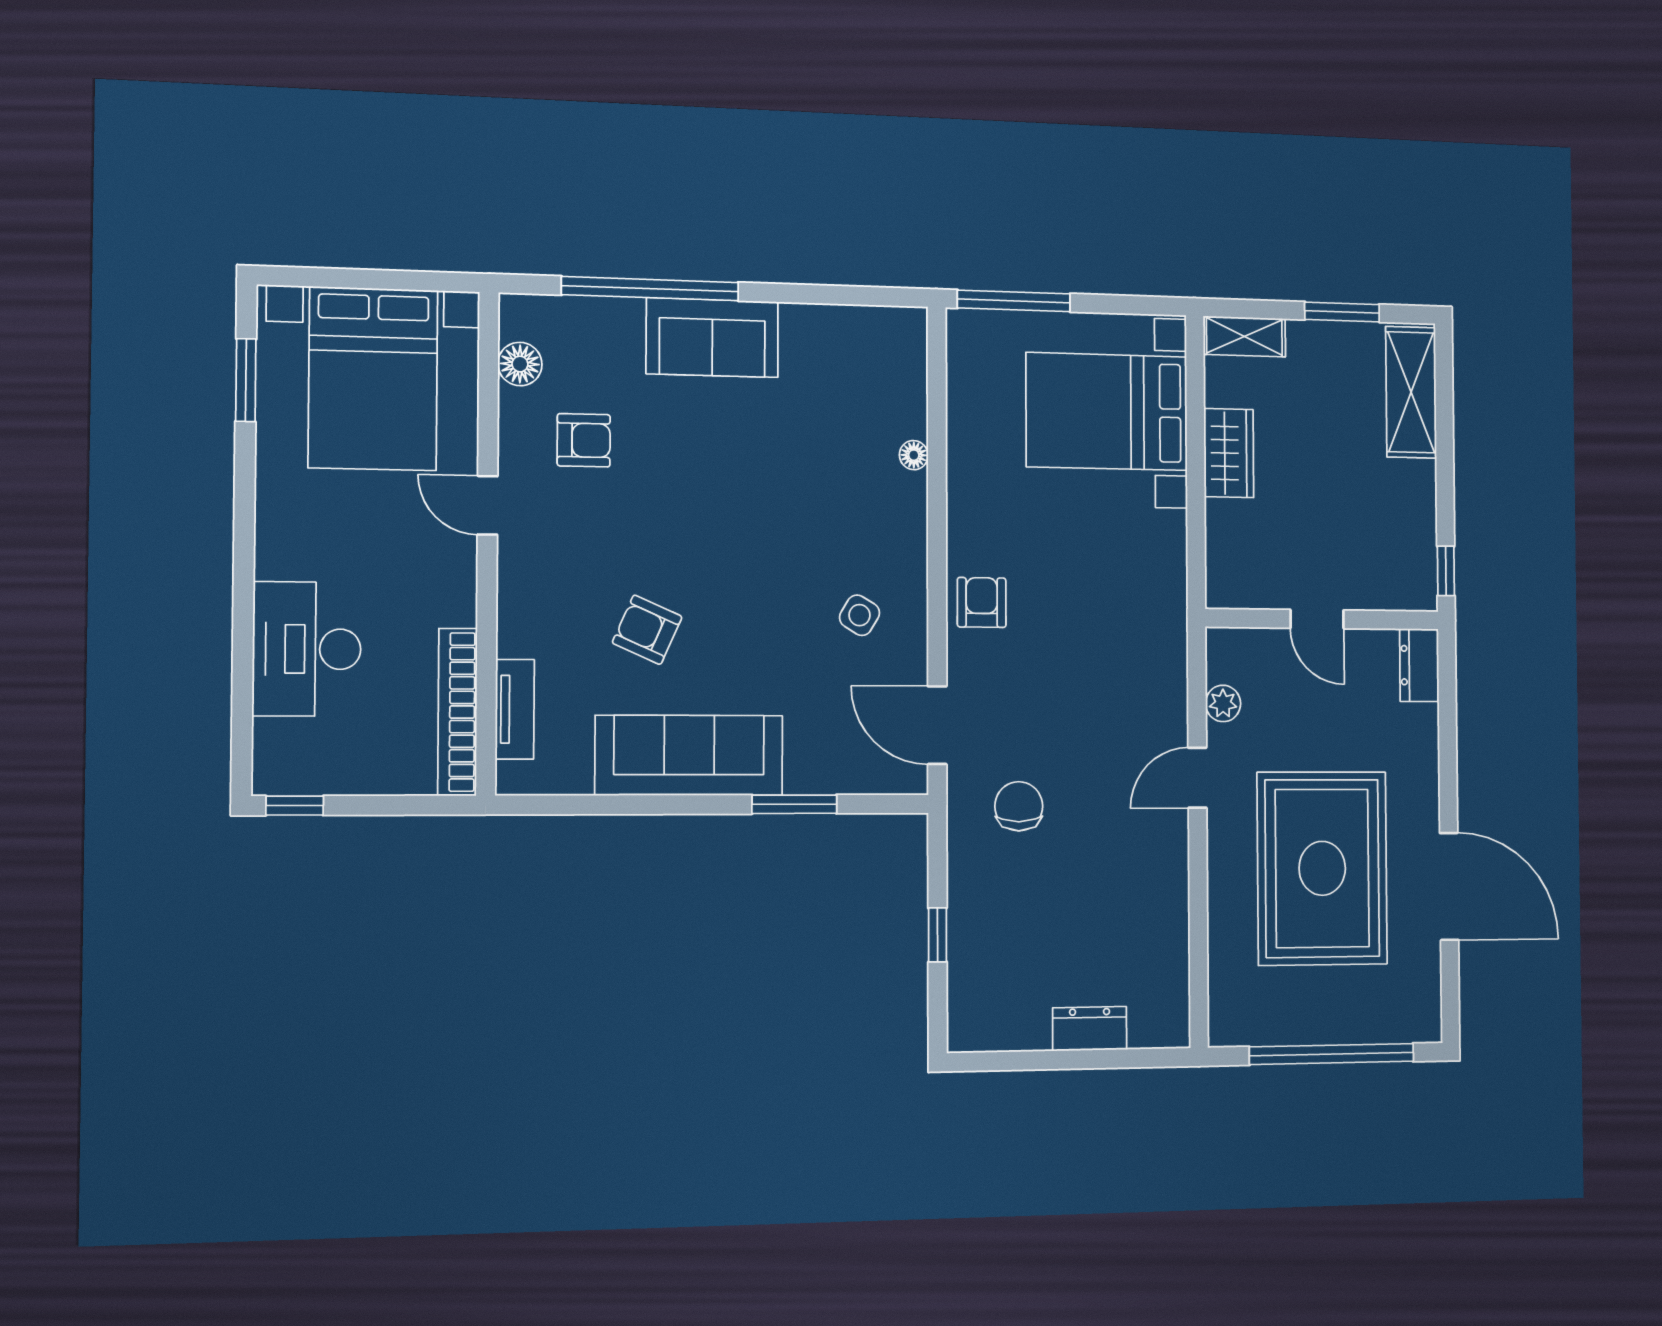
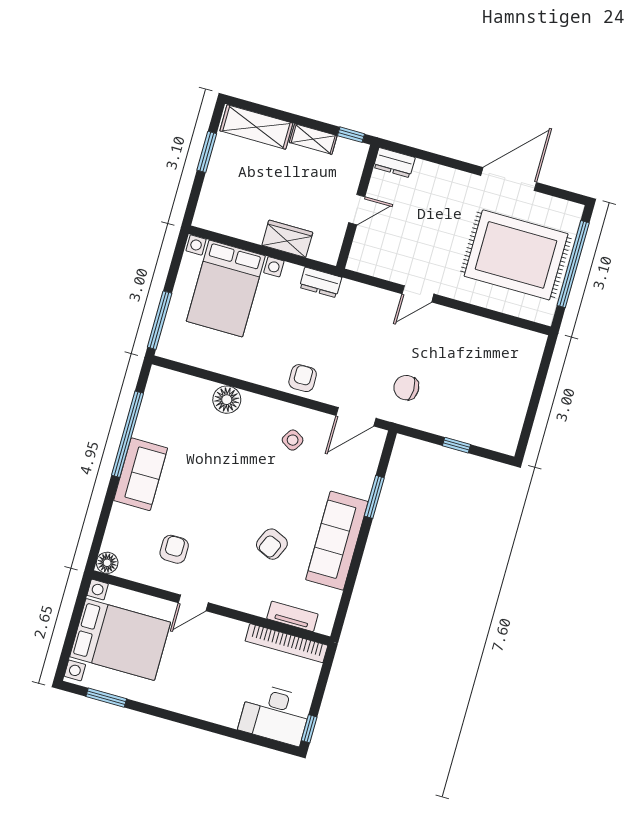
window: (650, 289) -> (127, 434), moved
shelving: (1244, 336) -> (313, 139), moved, turned 90
floor lamp: (520, 364) -> (107, 563), moved
wardrobe: (1229, 453) -> (287, 239), moved
floor lamp: (914, 455) -> (227, 400), width x1.89, depth x1.89
armchair: (982, 602) -> (303, 378), turned 90
desk: (307, 649) -> (275, 714), moved
plant: (1223, 703) -> (385, 270), removed
door: (1197, 778) -> (418, 294), hinge flipped
rug: (1322, 868) -> (516, 255), moved
dresser: (1090, 1029) -> (321, 282), moved, turned -90

